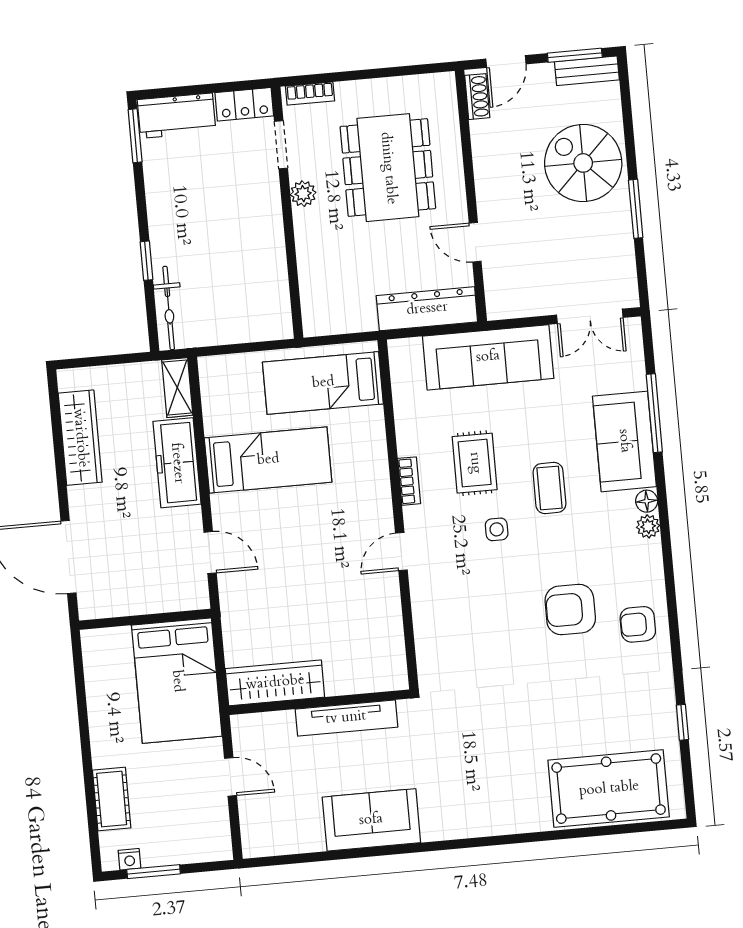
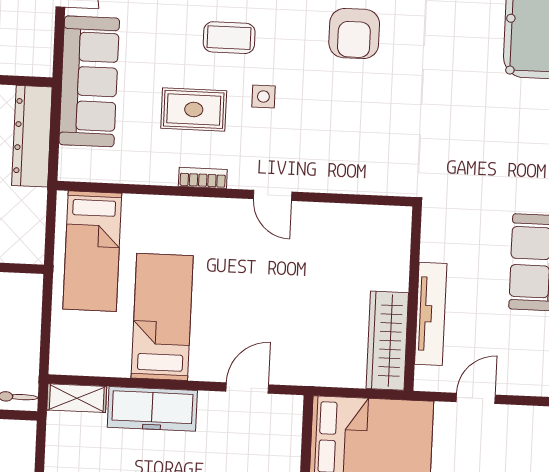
tv unit: (346, 718) -> (431, 314), moved

